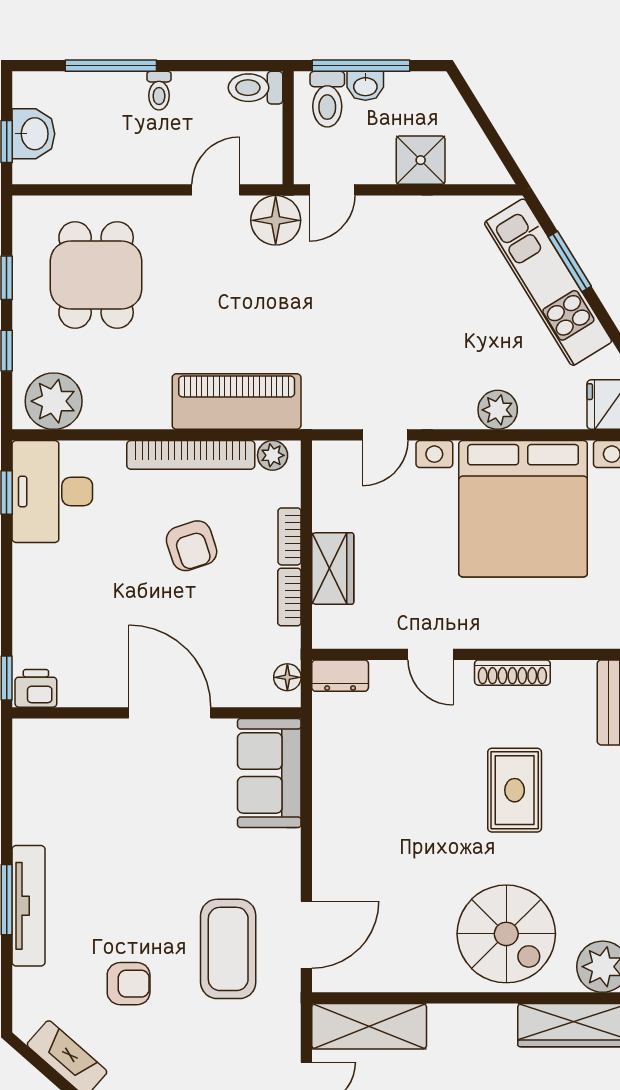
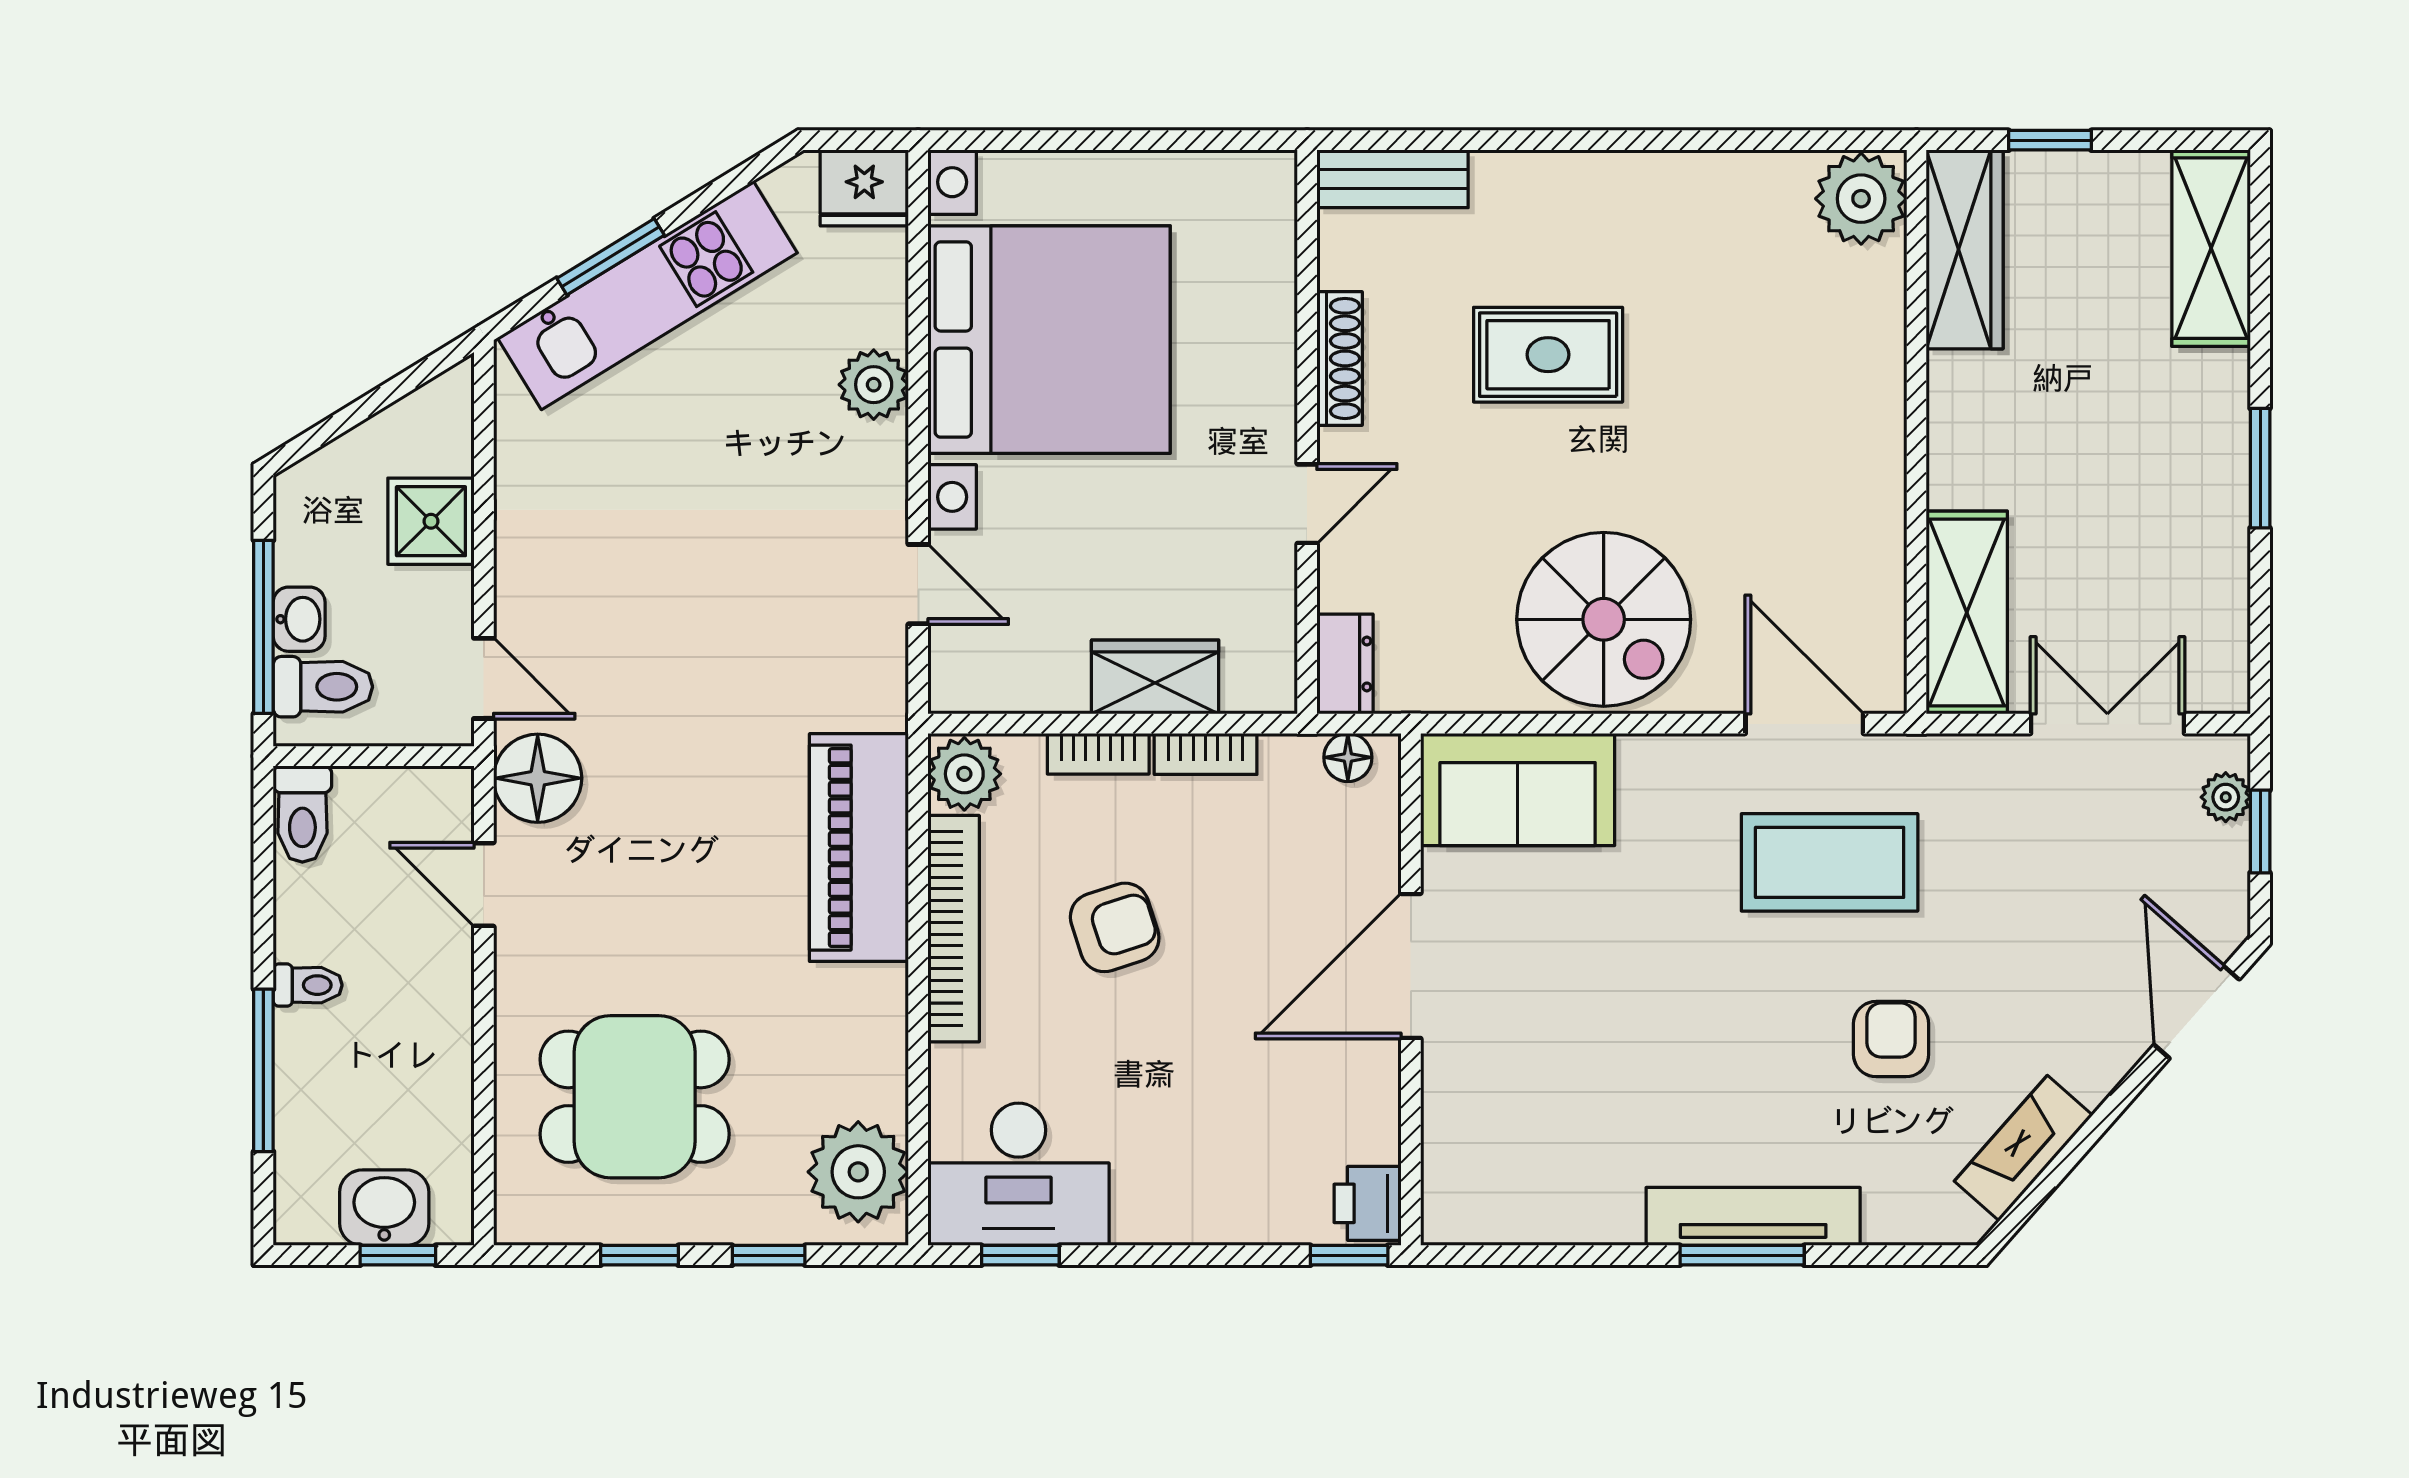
plant: (273, 455) -> (964, 774), width x1.38, depth x1.38
spiral stairs: (506, 934) -> (1604, 619), moved, turned 90

